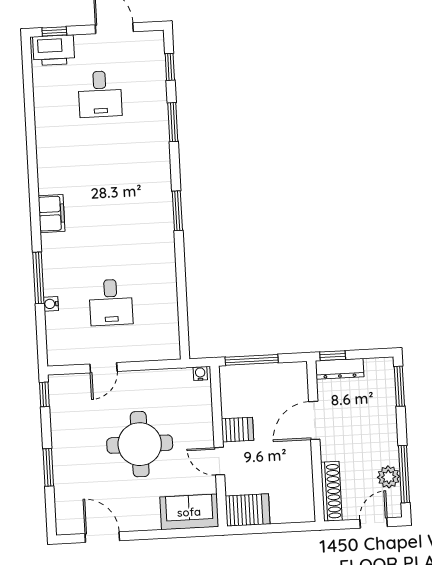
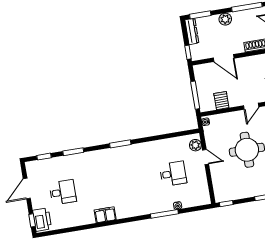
filing cabinet: (51, 214) -> (105, 215), moved
plant: (159, 350) -> (195, 145), added
door: (103, 368) -> (206, 157), moved
dresser: (340, 369) -> (192, 31), moved
server rack: (237, 430) -> (221, 101), moved
plant: (389, 477) -> (225, 19), moved

